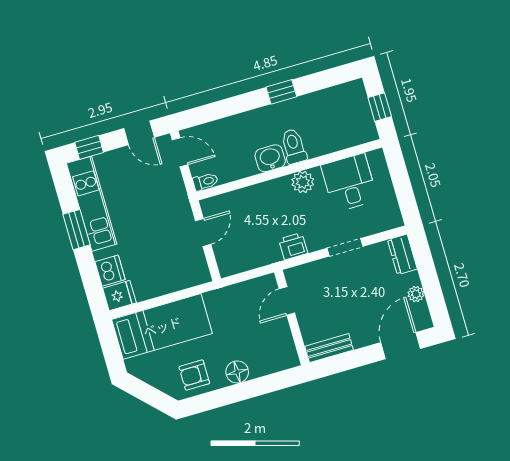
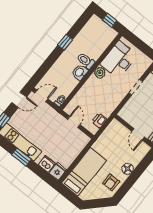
desk: (349, 183) -> (119, 60), width x1.37
printer: (293, 246) -> (99, 120), moved
door: (287, 301) -> (138, 134), moved

